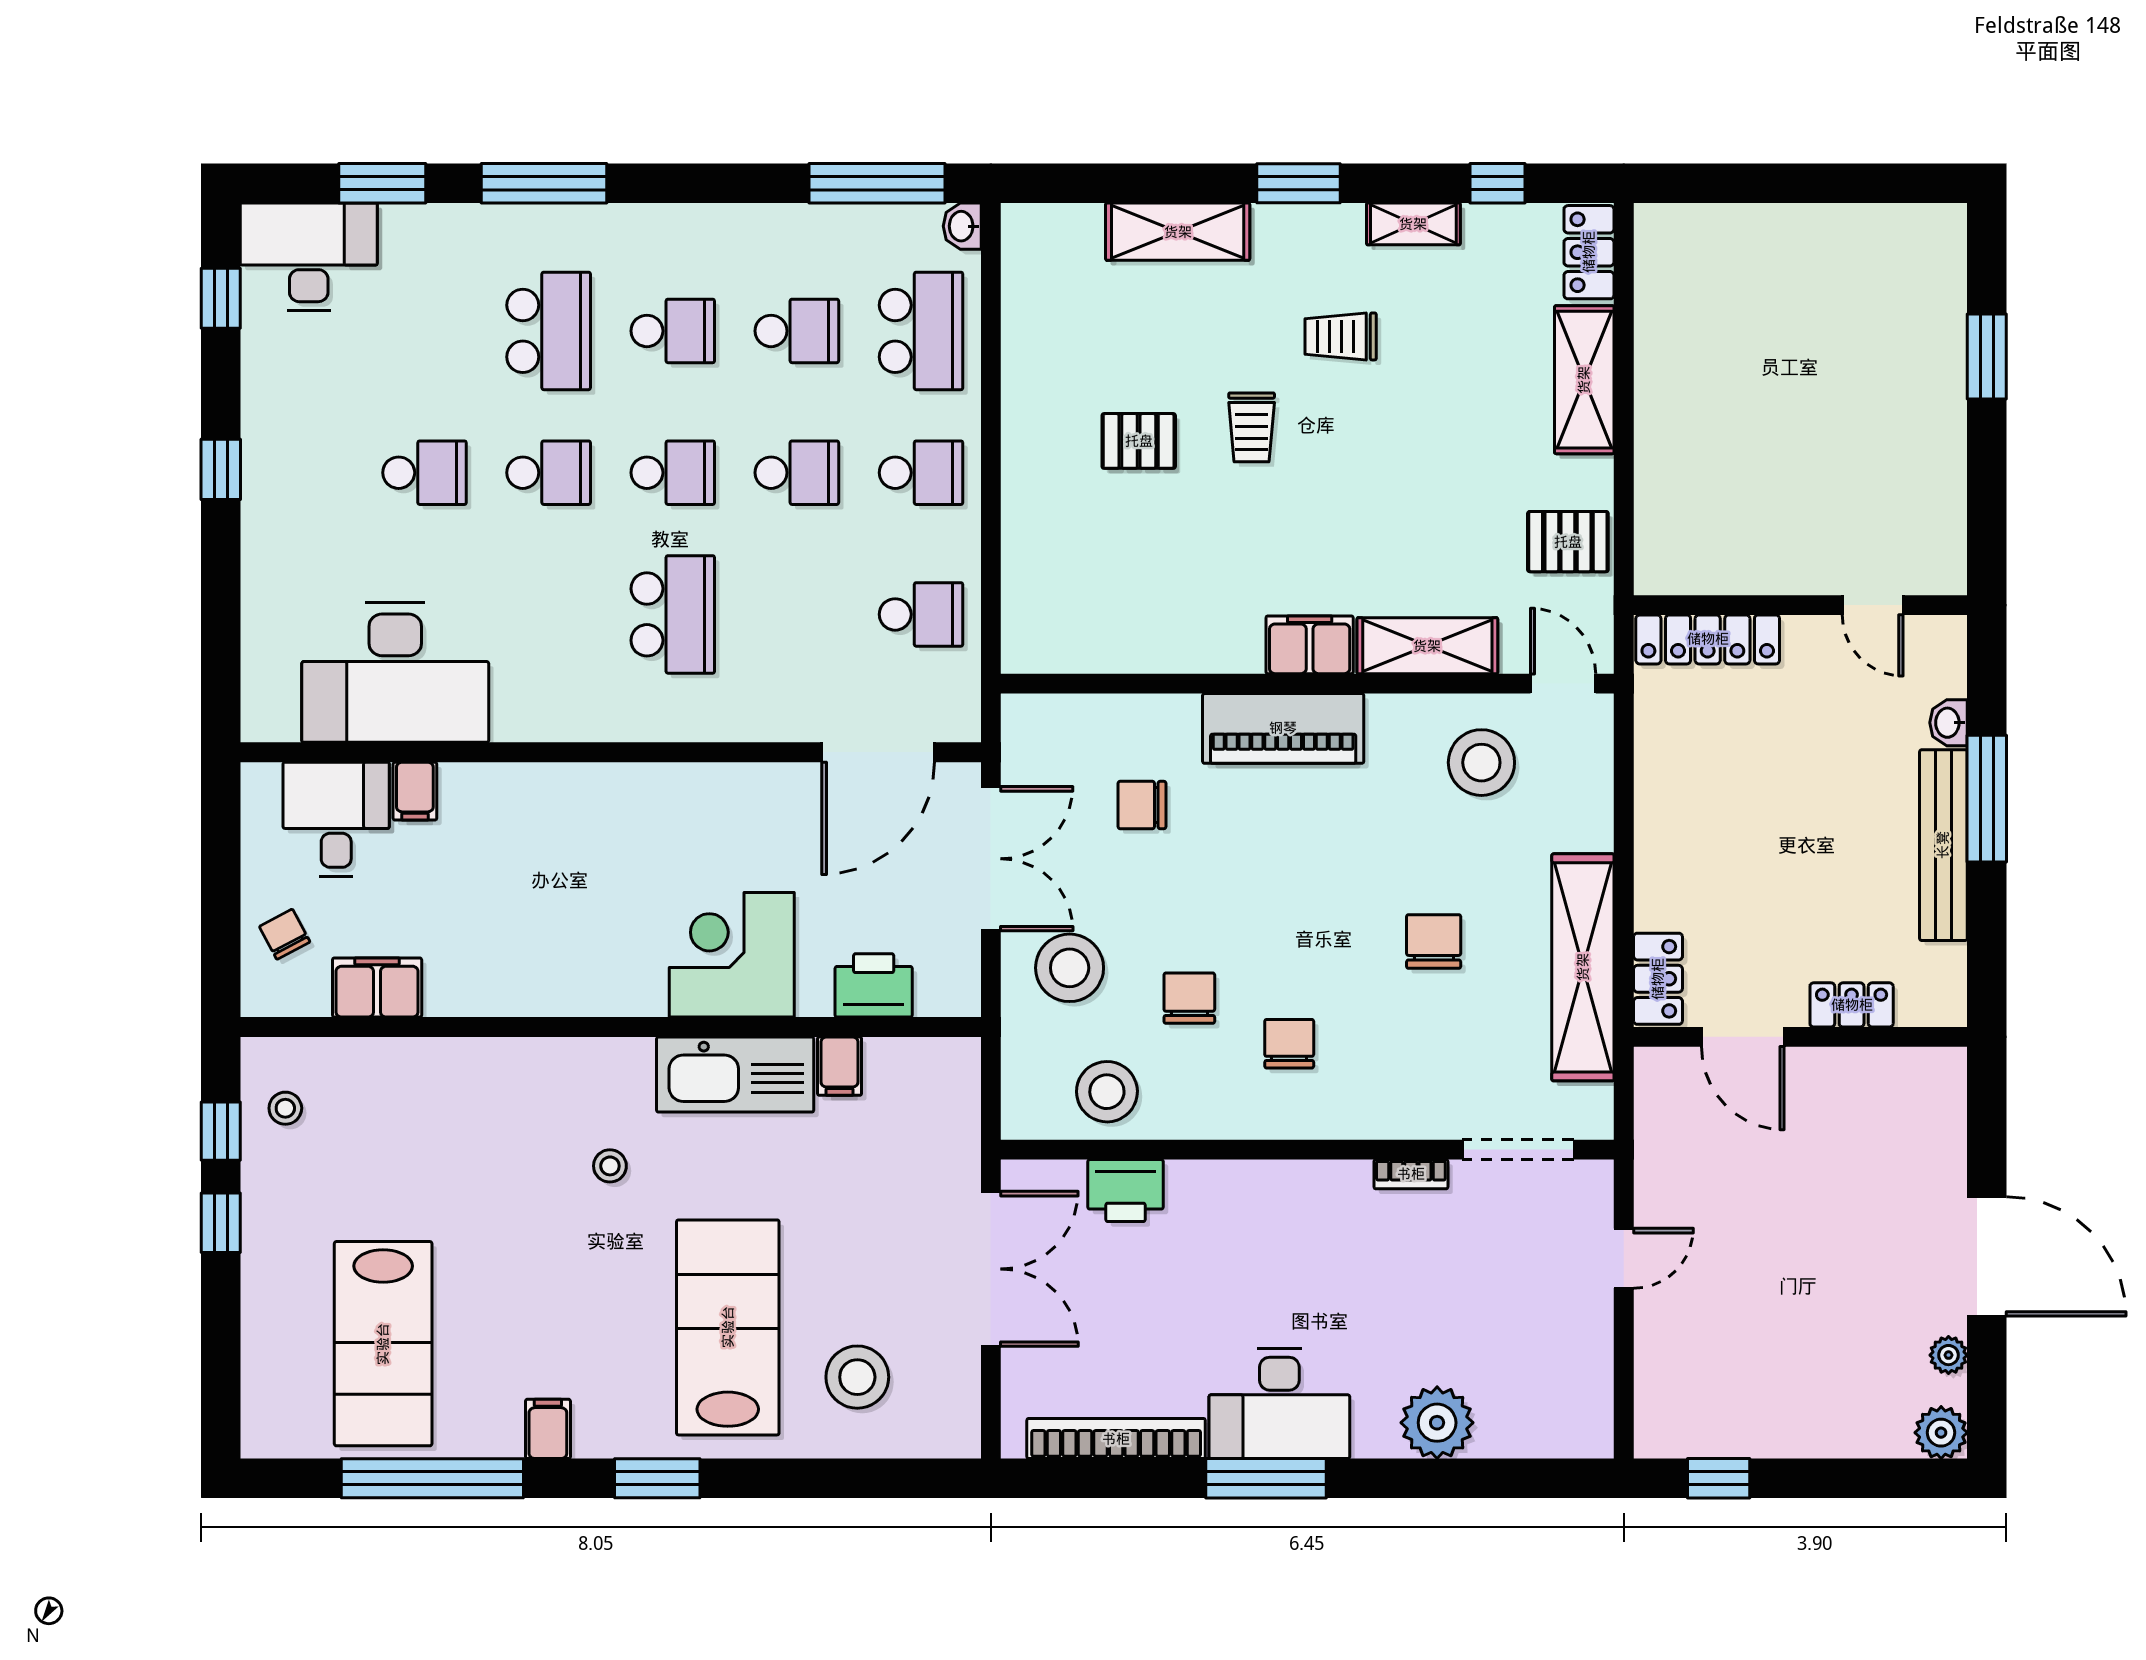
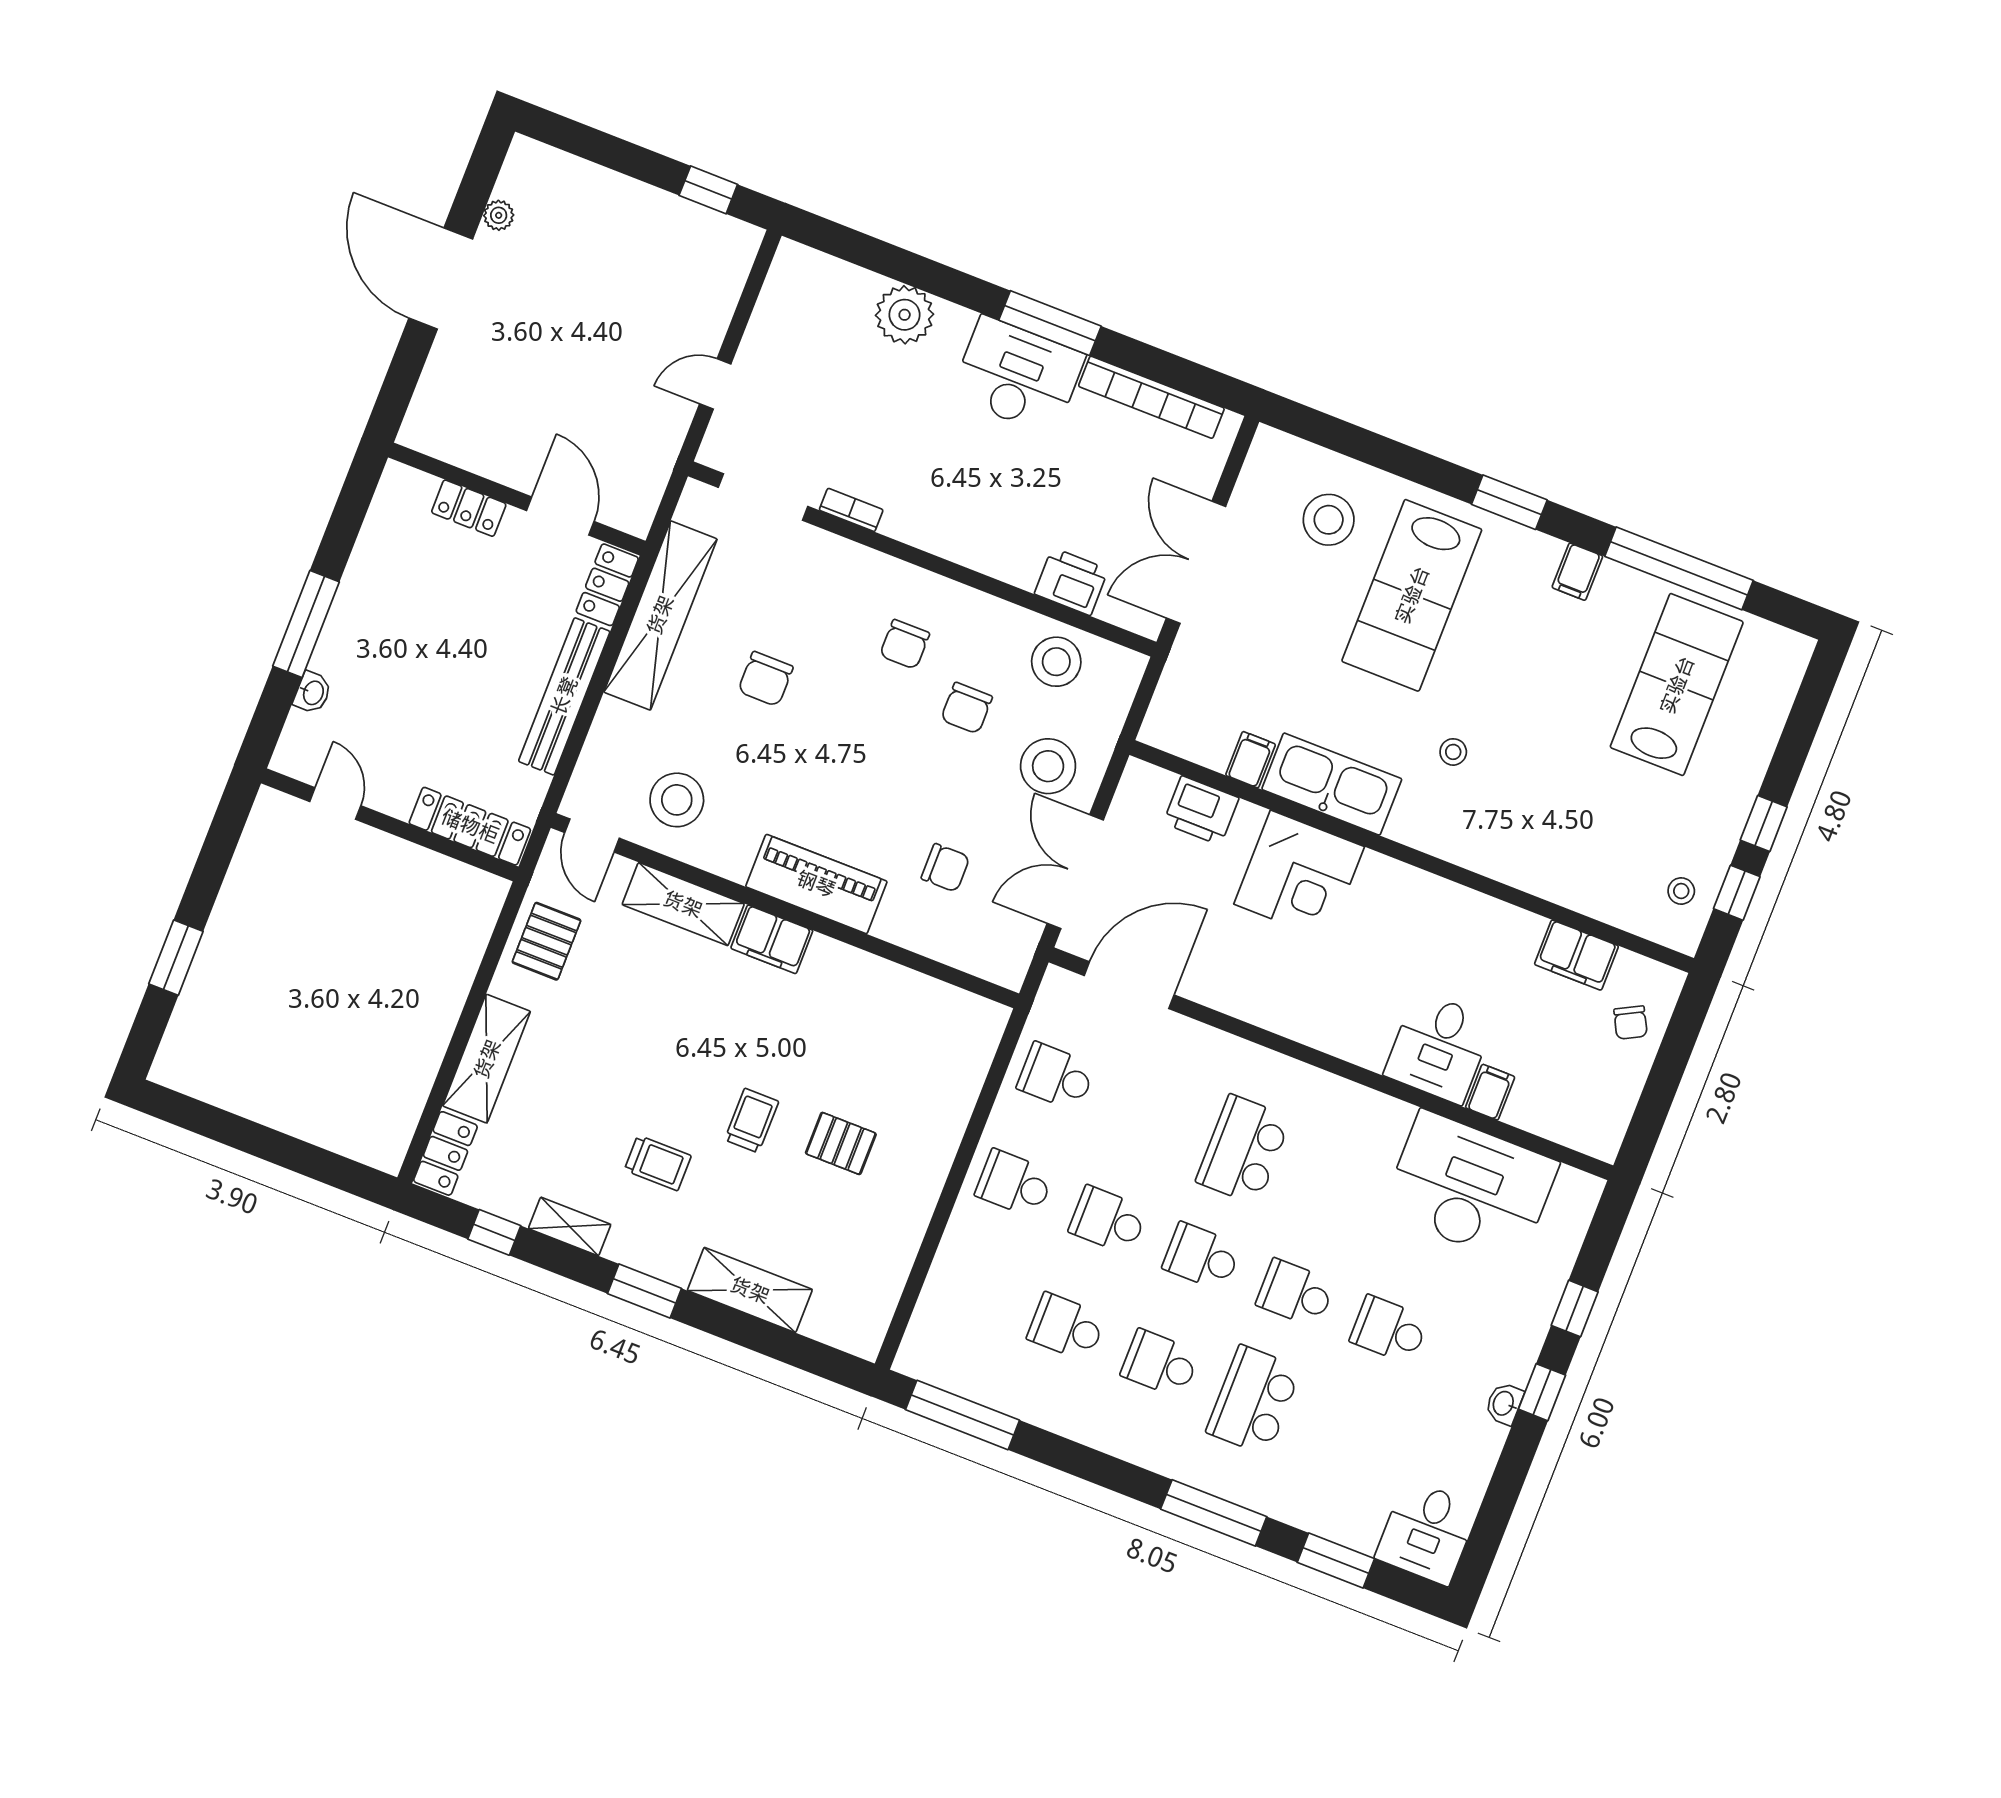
washbasin: (962, 226) -> (1504, 1404), moved, turned 180
desk: (309, 257) -> (1427, 1532), width x0.73
window: (221, 298) -> (1575, 1309), moved
school desk: (921, 331) -> (973, 1291), removed
pallet: (1568, 542) -> (547, 941), turned 90
desk: (336, 819) -> (1439, 1048), moved
bench: (1943, 845) -> (564, 696), moved
plant: (1941, 1433) -> (527, 159), removed

